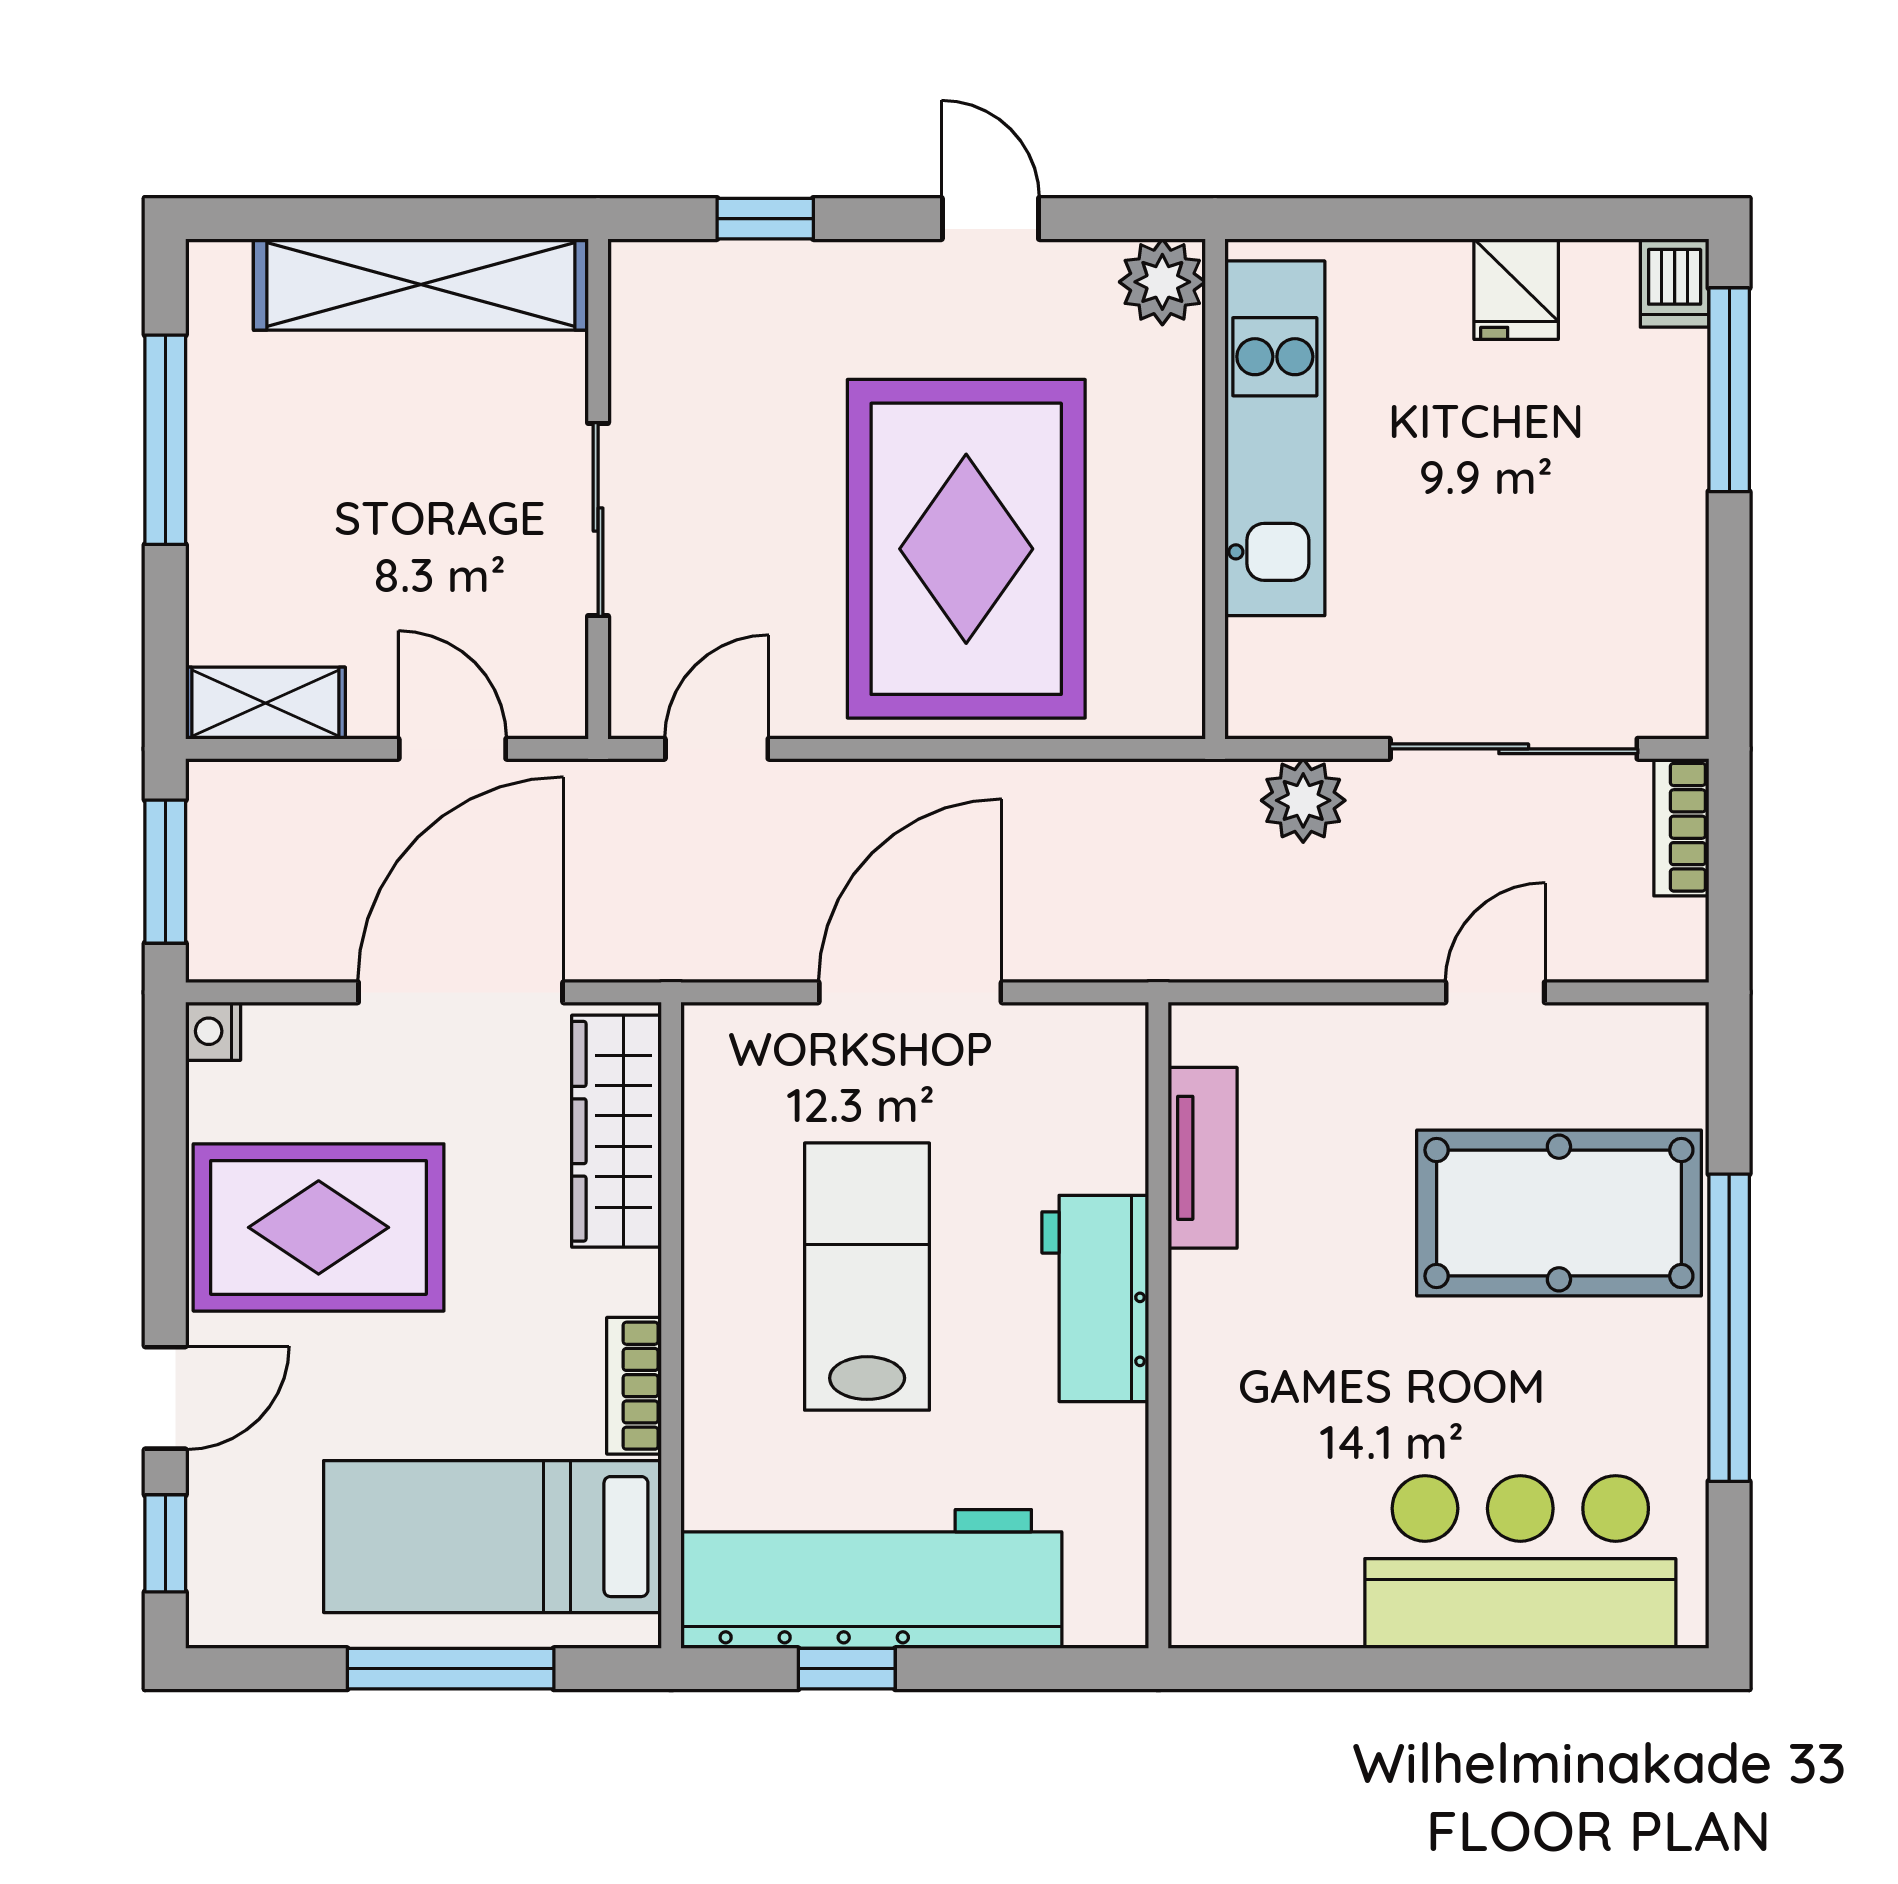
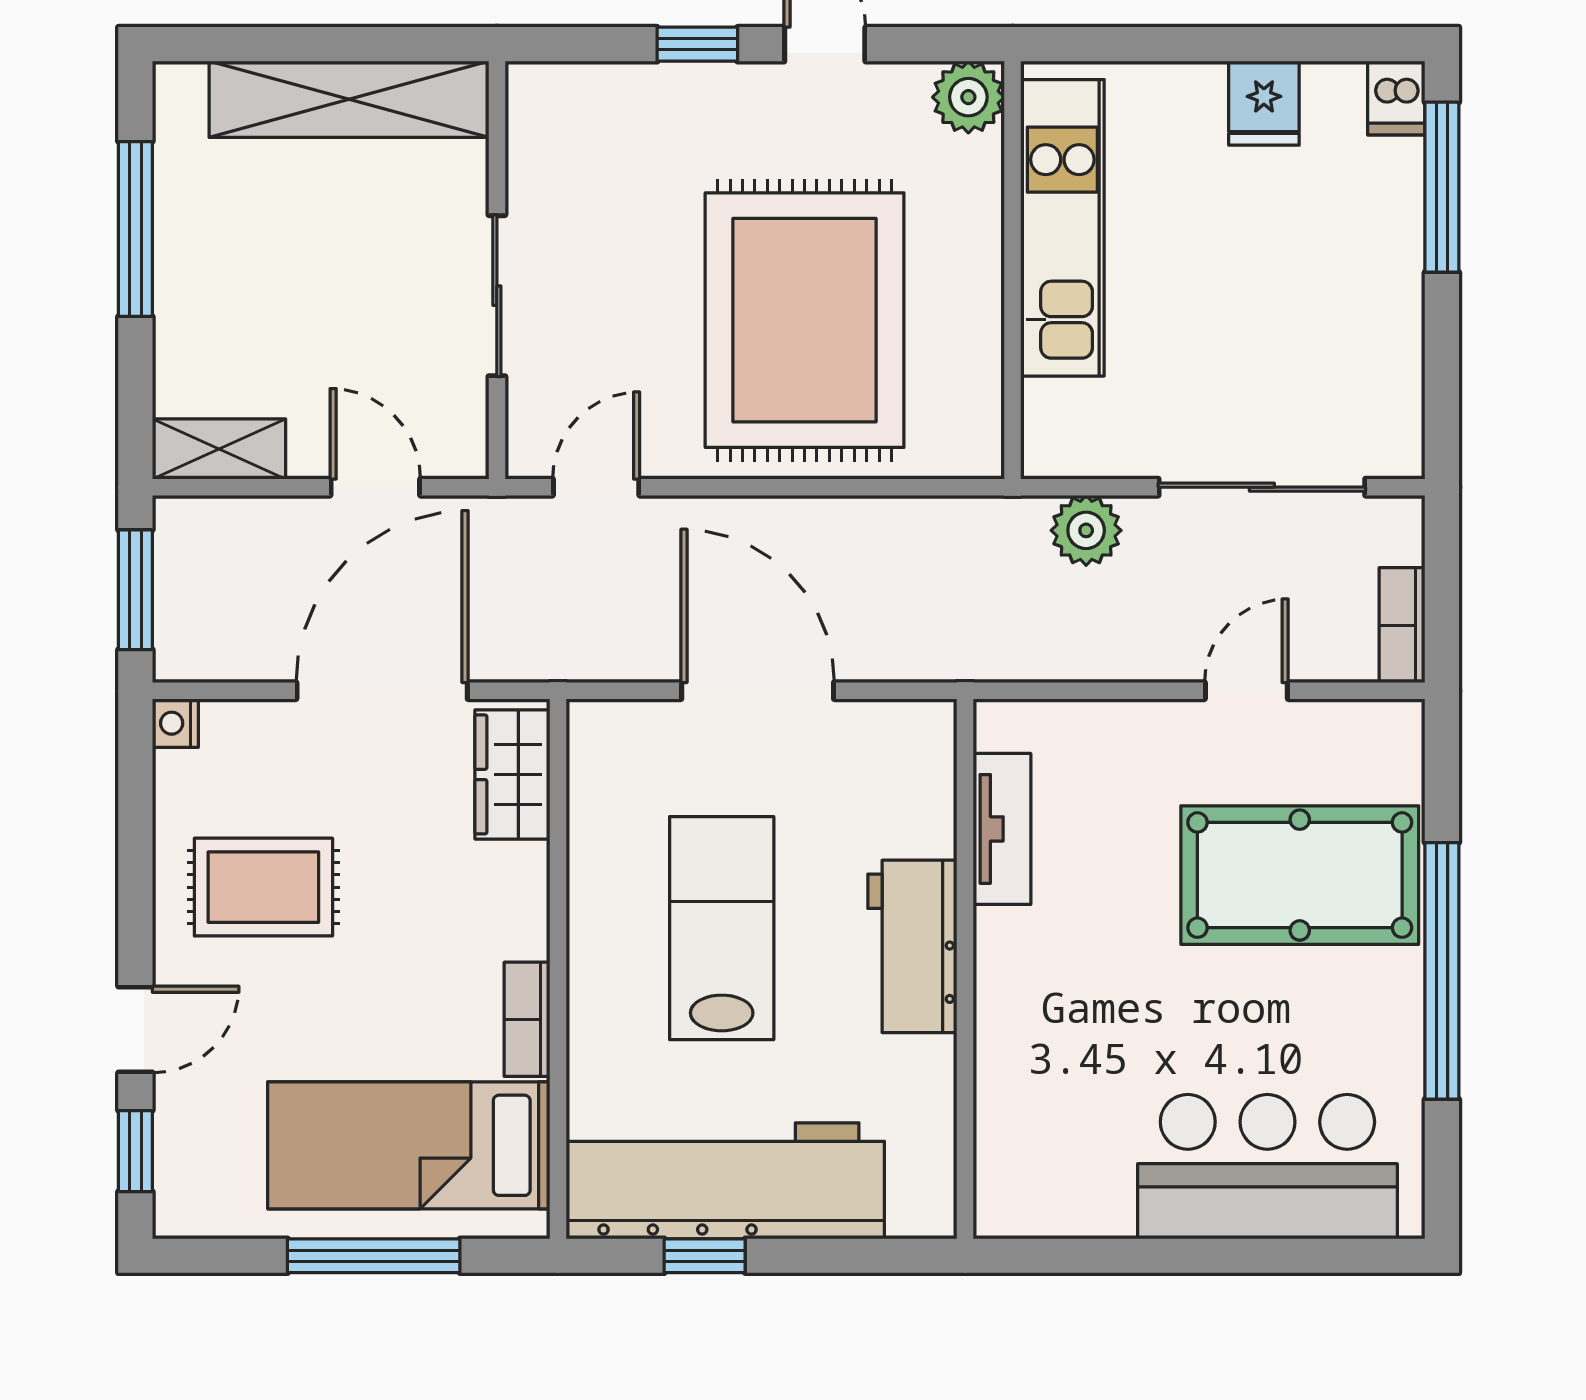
window: (765, 219) -> (697, 44), moved
bookcase: (1681, 827) -> (1402, 625), moved
door: (910, 992) -> (758, 691), hinge flipped
wardrobe: (617, 1131) -> (512, 774), width x0.67
rug: (319, 1227) -> (263, 887), width x0.73, depth x0.70

